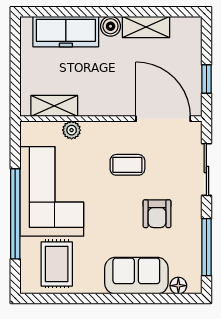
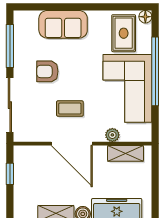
door: (163, 119) -> (72, 144), moved
sliding door: (206, 169) -> (10, 105), width x1.37
armchair: (157, 214) -> (47, 71), turned -90
floor lamp: (178, 286) -> (145, 17), moved

